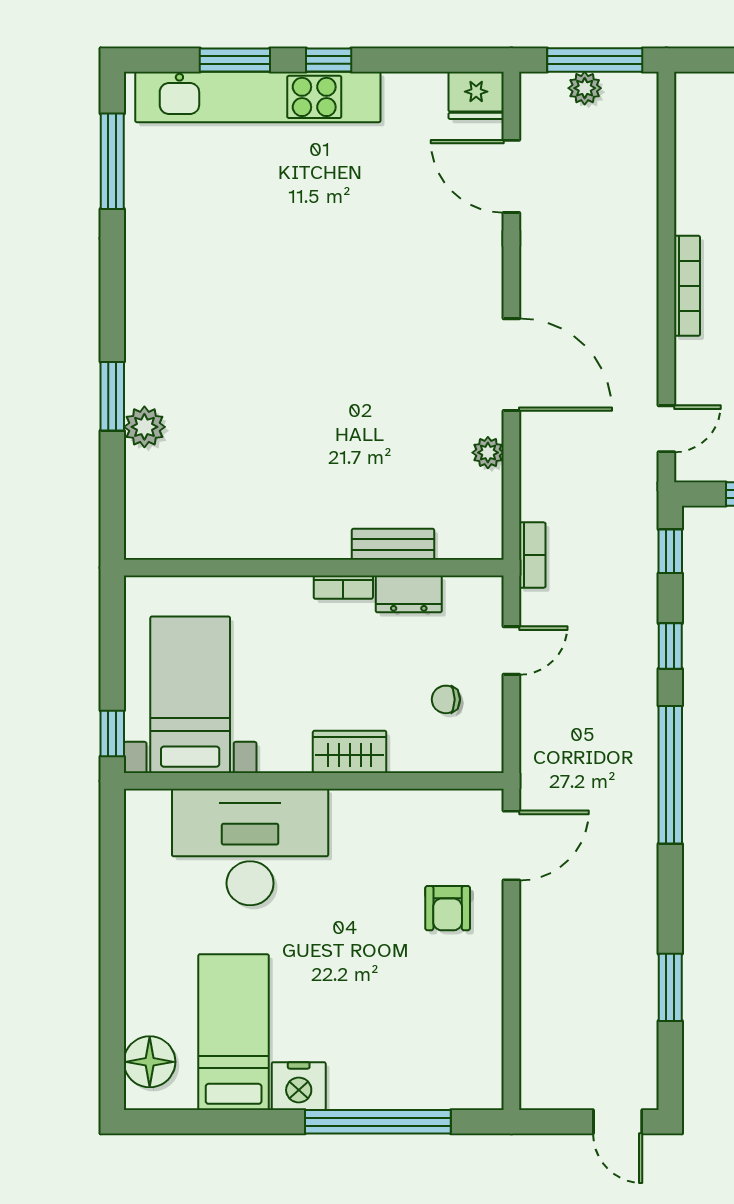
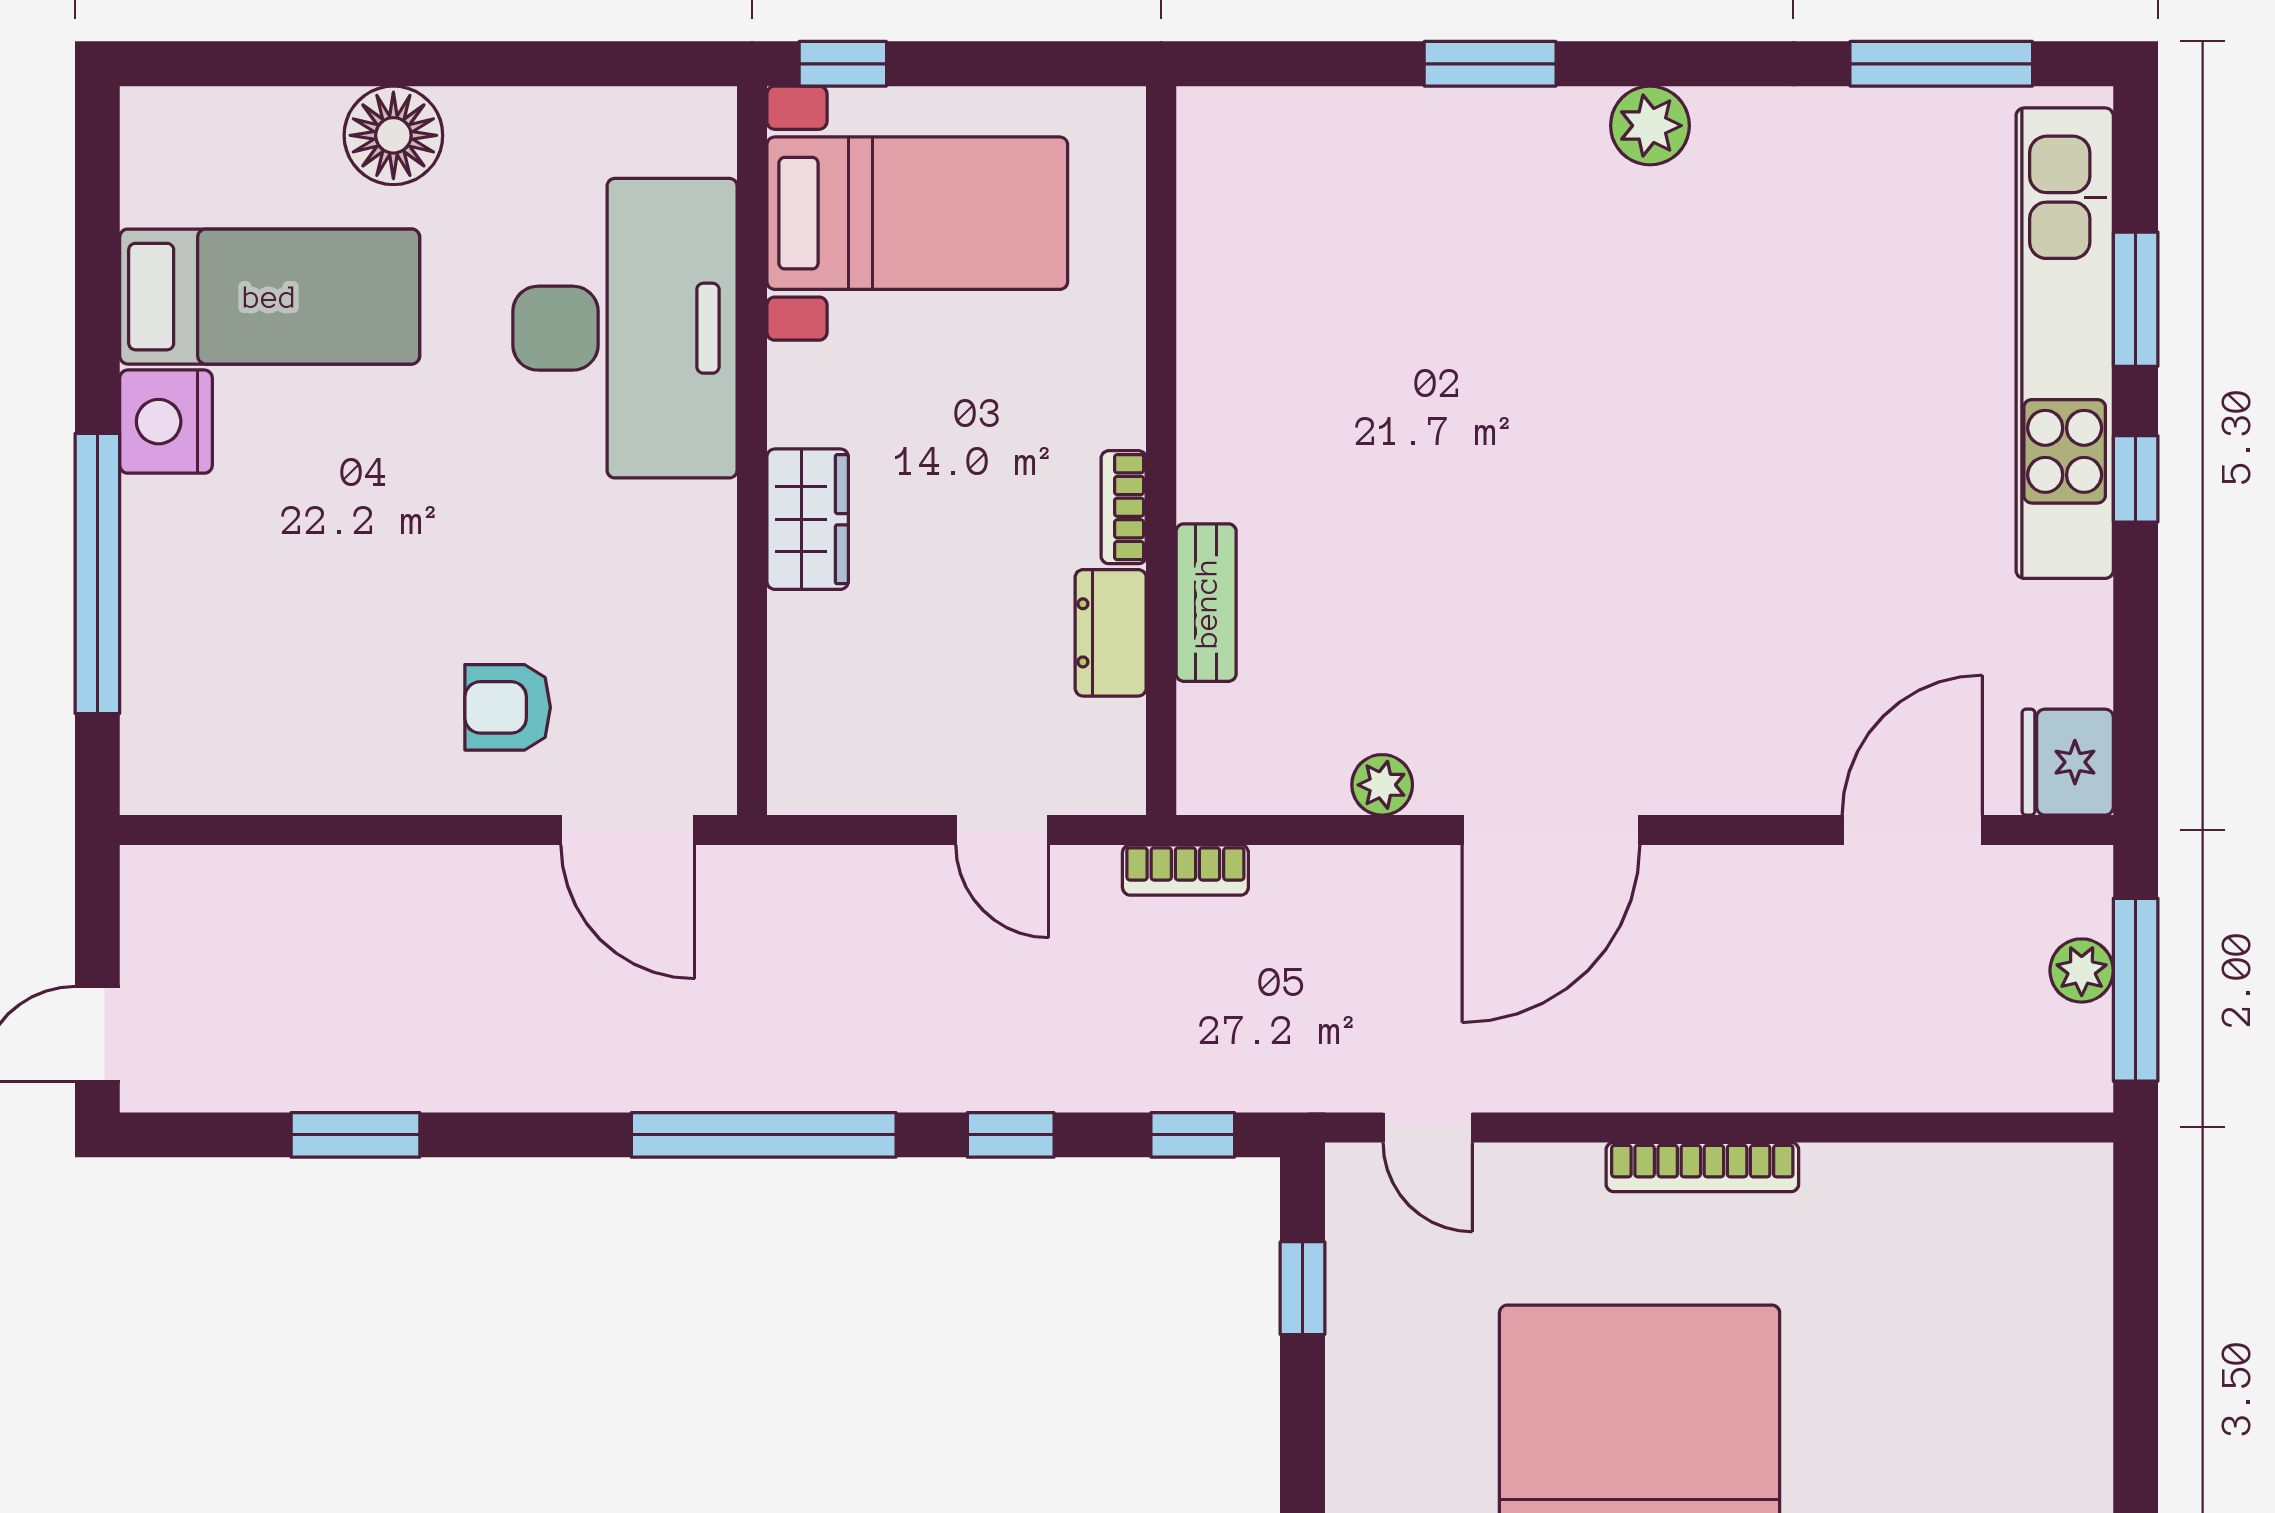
plant: (144, 427) -> (1650, 126), moved
chair: (446, 699) -> (908, 704), removed
floor lamp: (150, 1062) -> (393, 135), moved

